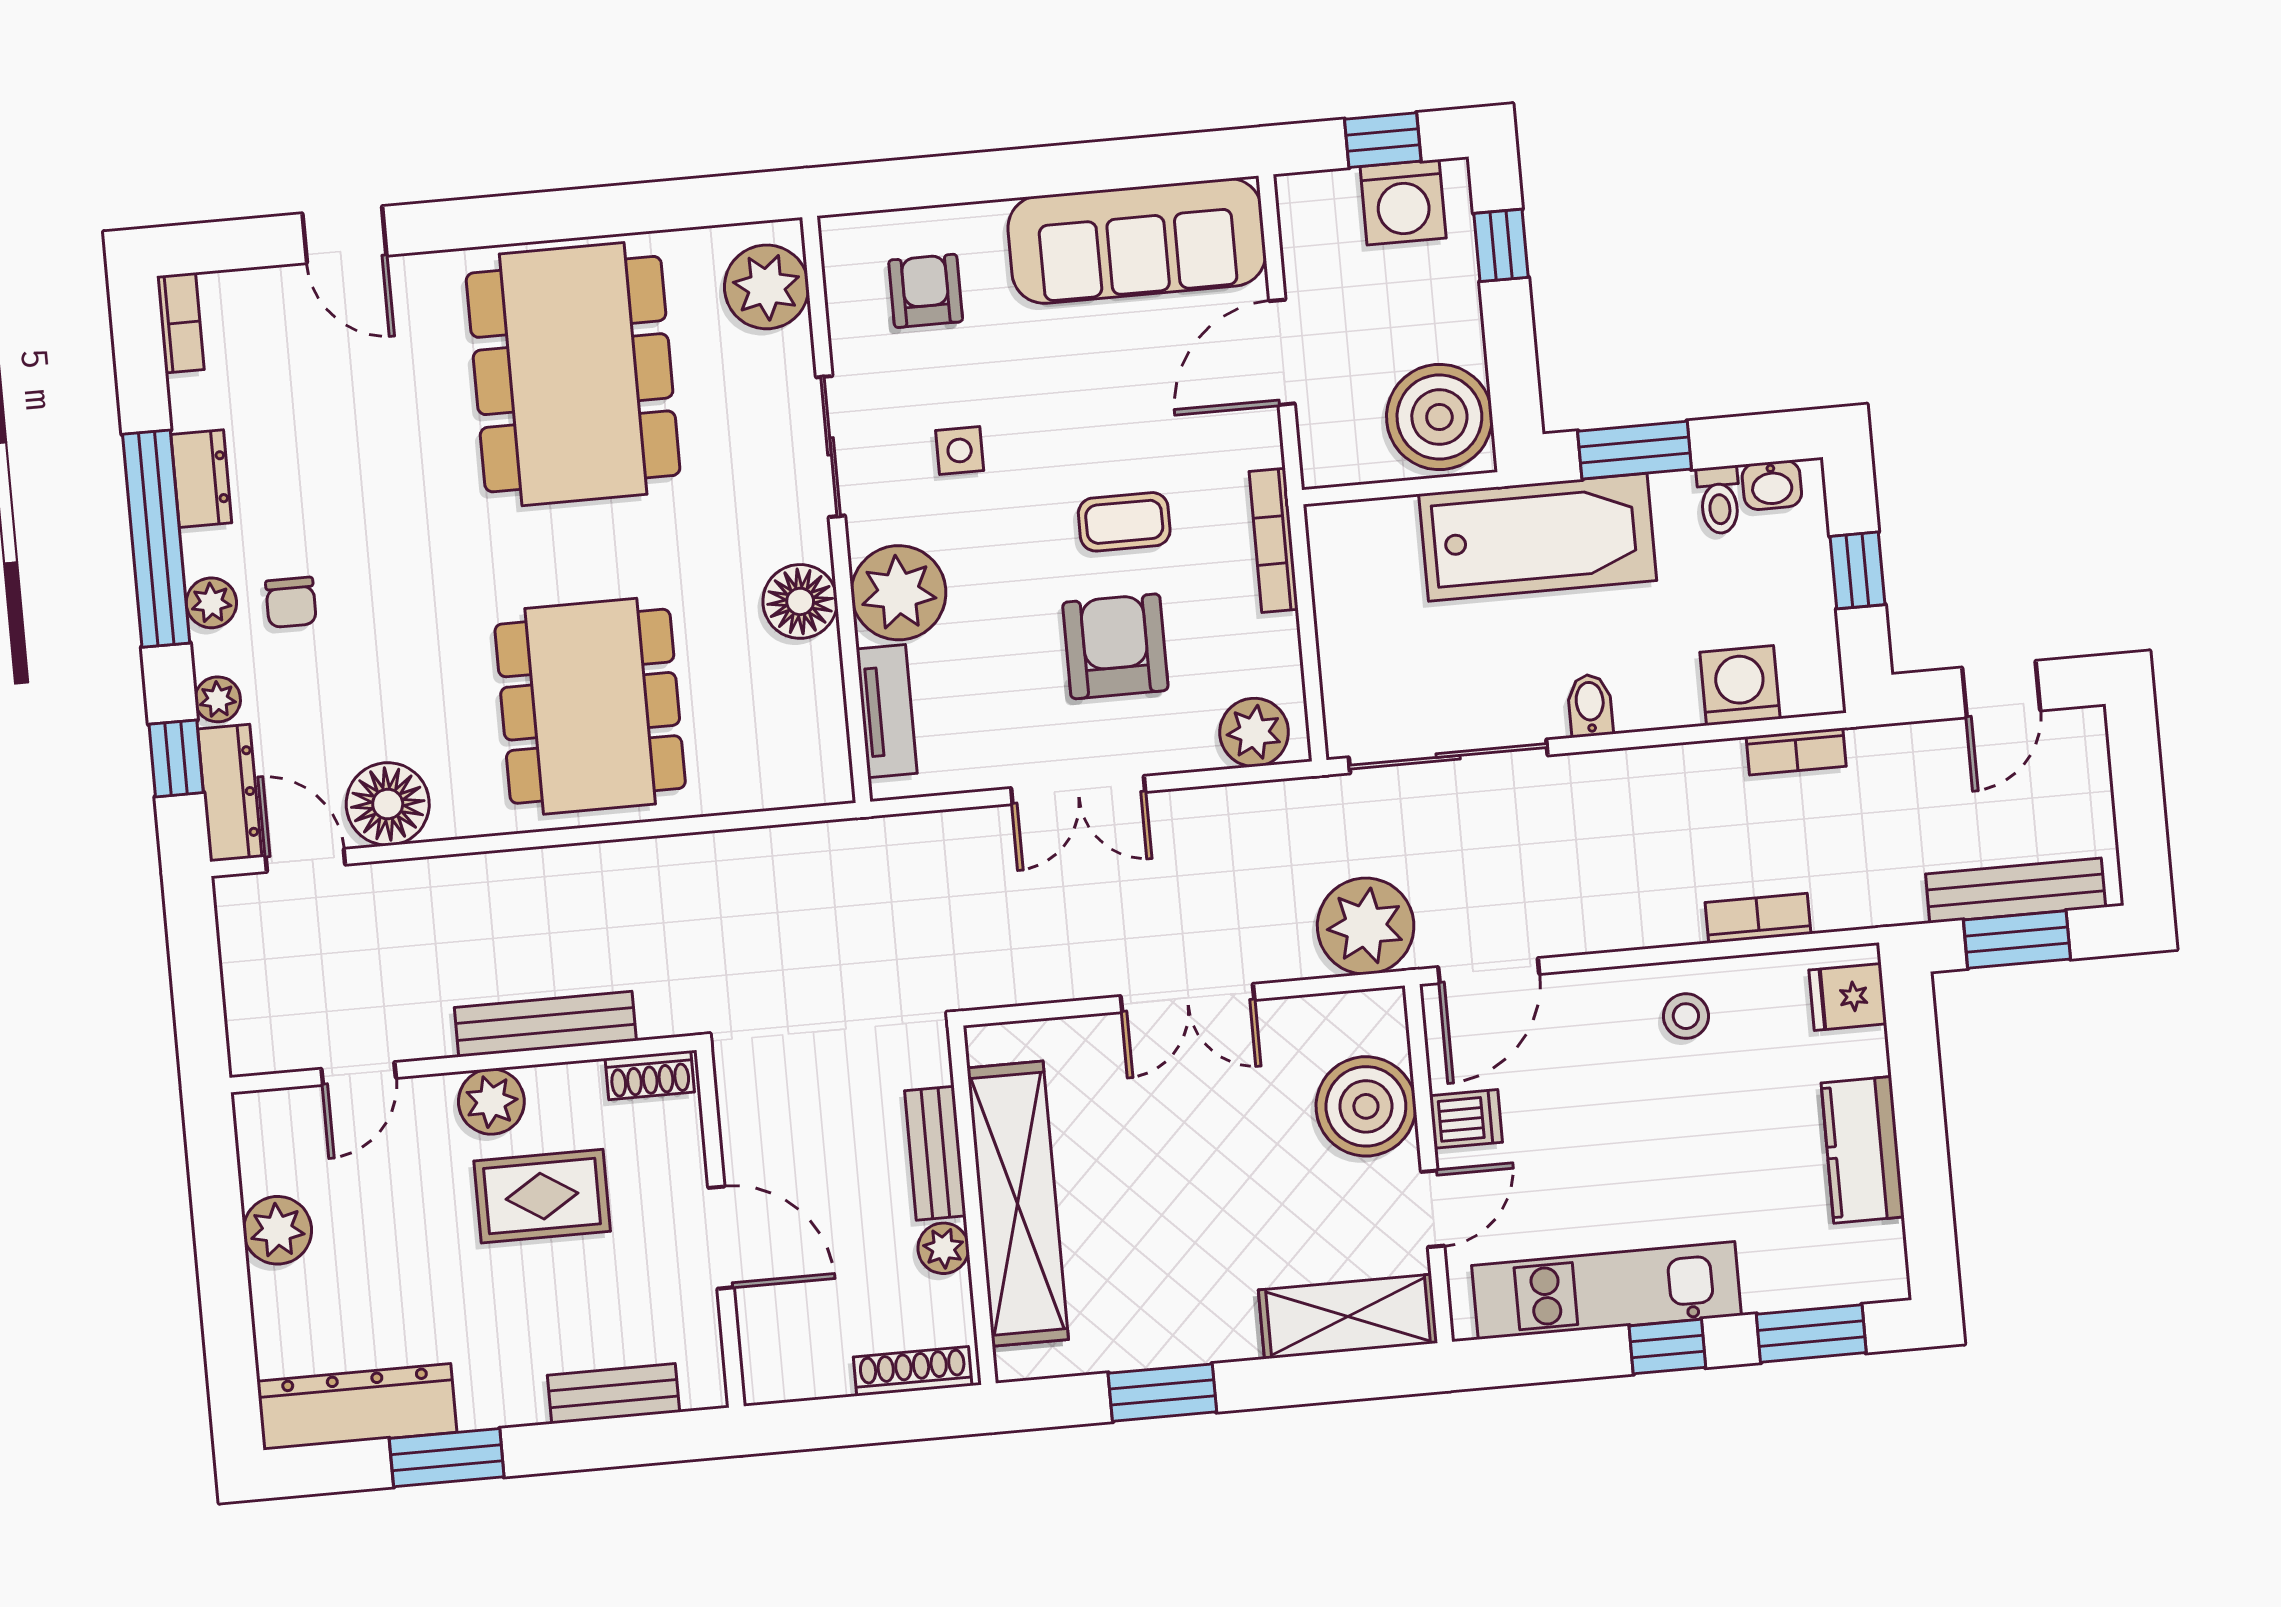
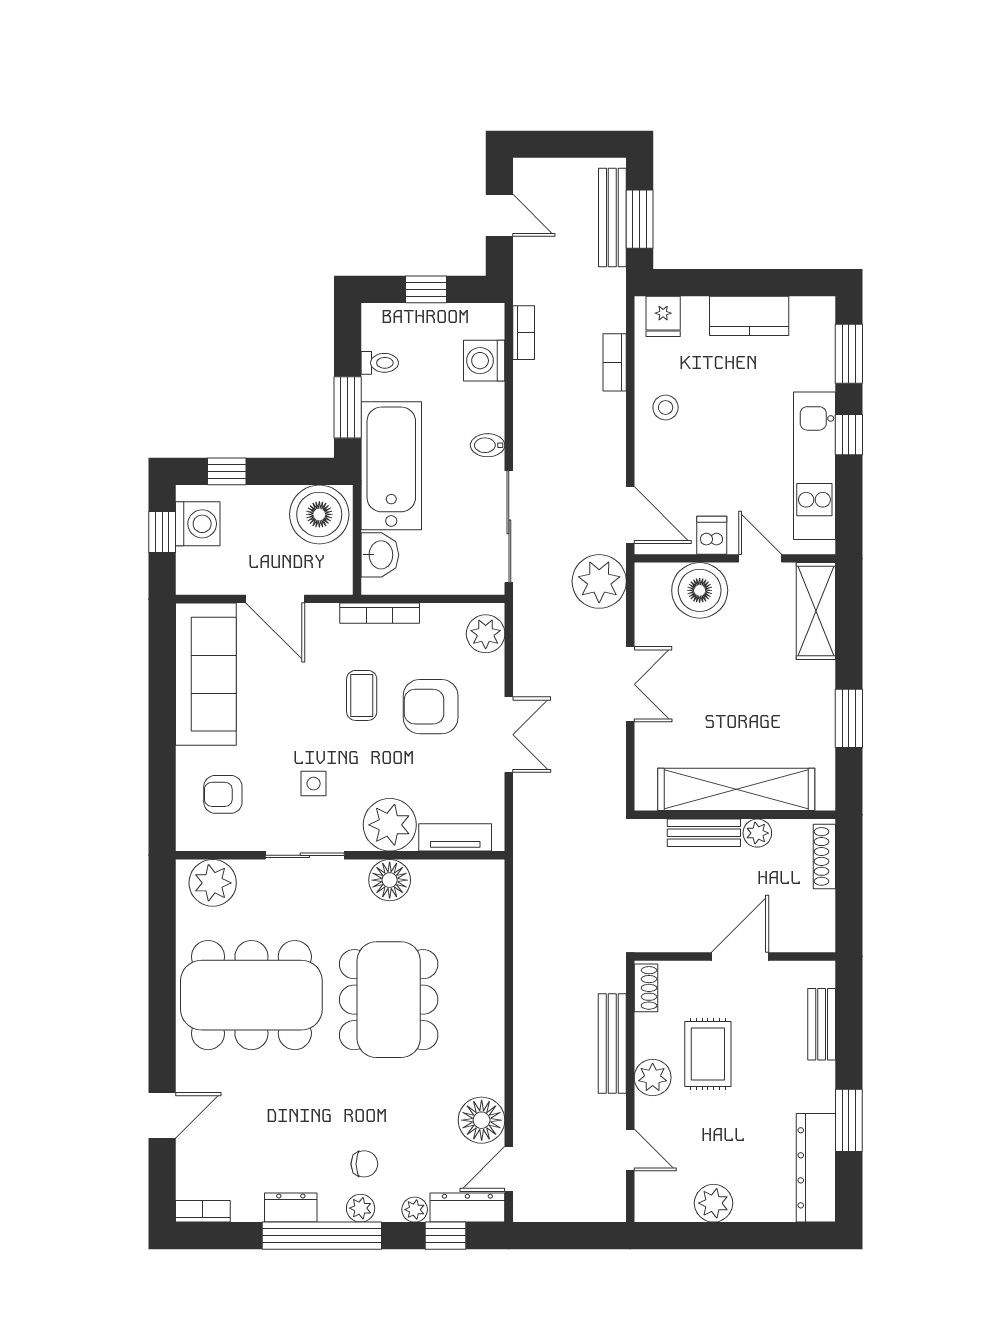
washbasin: (1772, 485) -> (380, 555), moved, width x1.38, depth x1.45
dining table: (590, 706) -> (389, 1000), moved, turned 90

